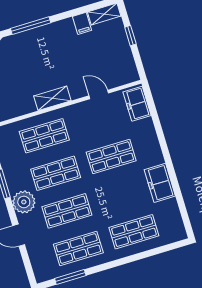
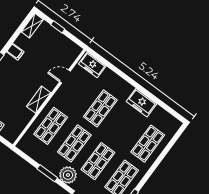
filing cabinet: (82, 23) -> (15, 52), moved

